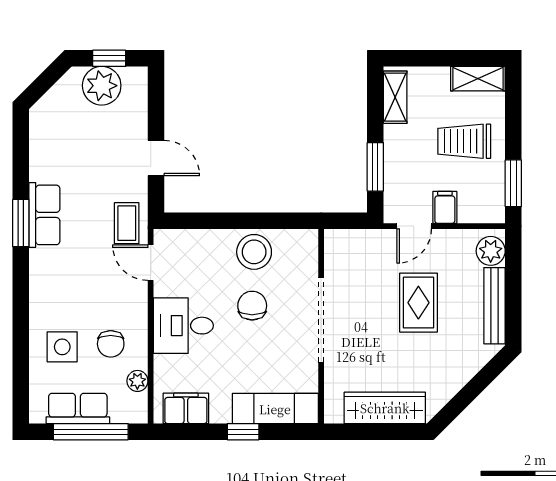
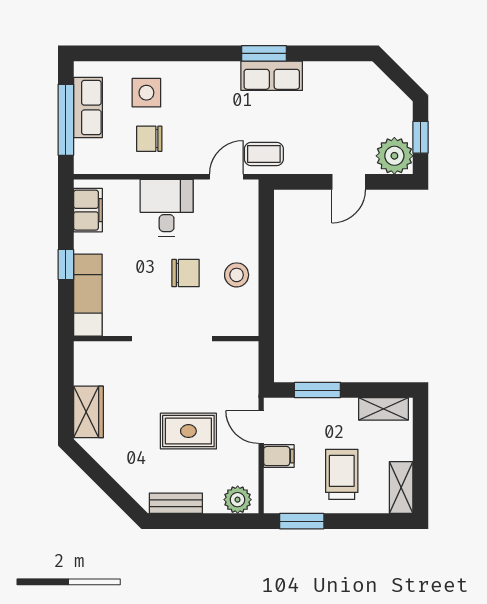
plant: (102, 86) -> (394, 156), moved
door: (156, 158) -> (349, 182), moved
stool: (254, 252) -> (237, 275), width x0.73, depth x0.73
bench: (495, 306) -> (176, 503), width x0.73
plant: (137, 381) -> (114, 164), removed
wardrobe: (385, 408) -> (88, 412), width x0.67

